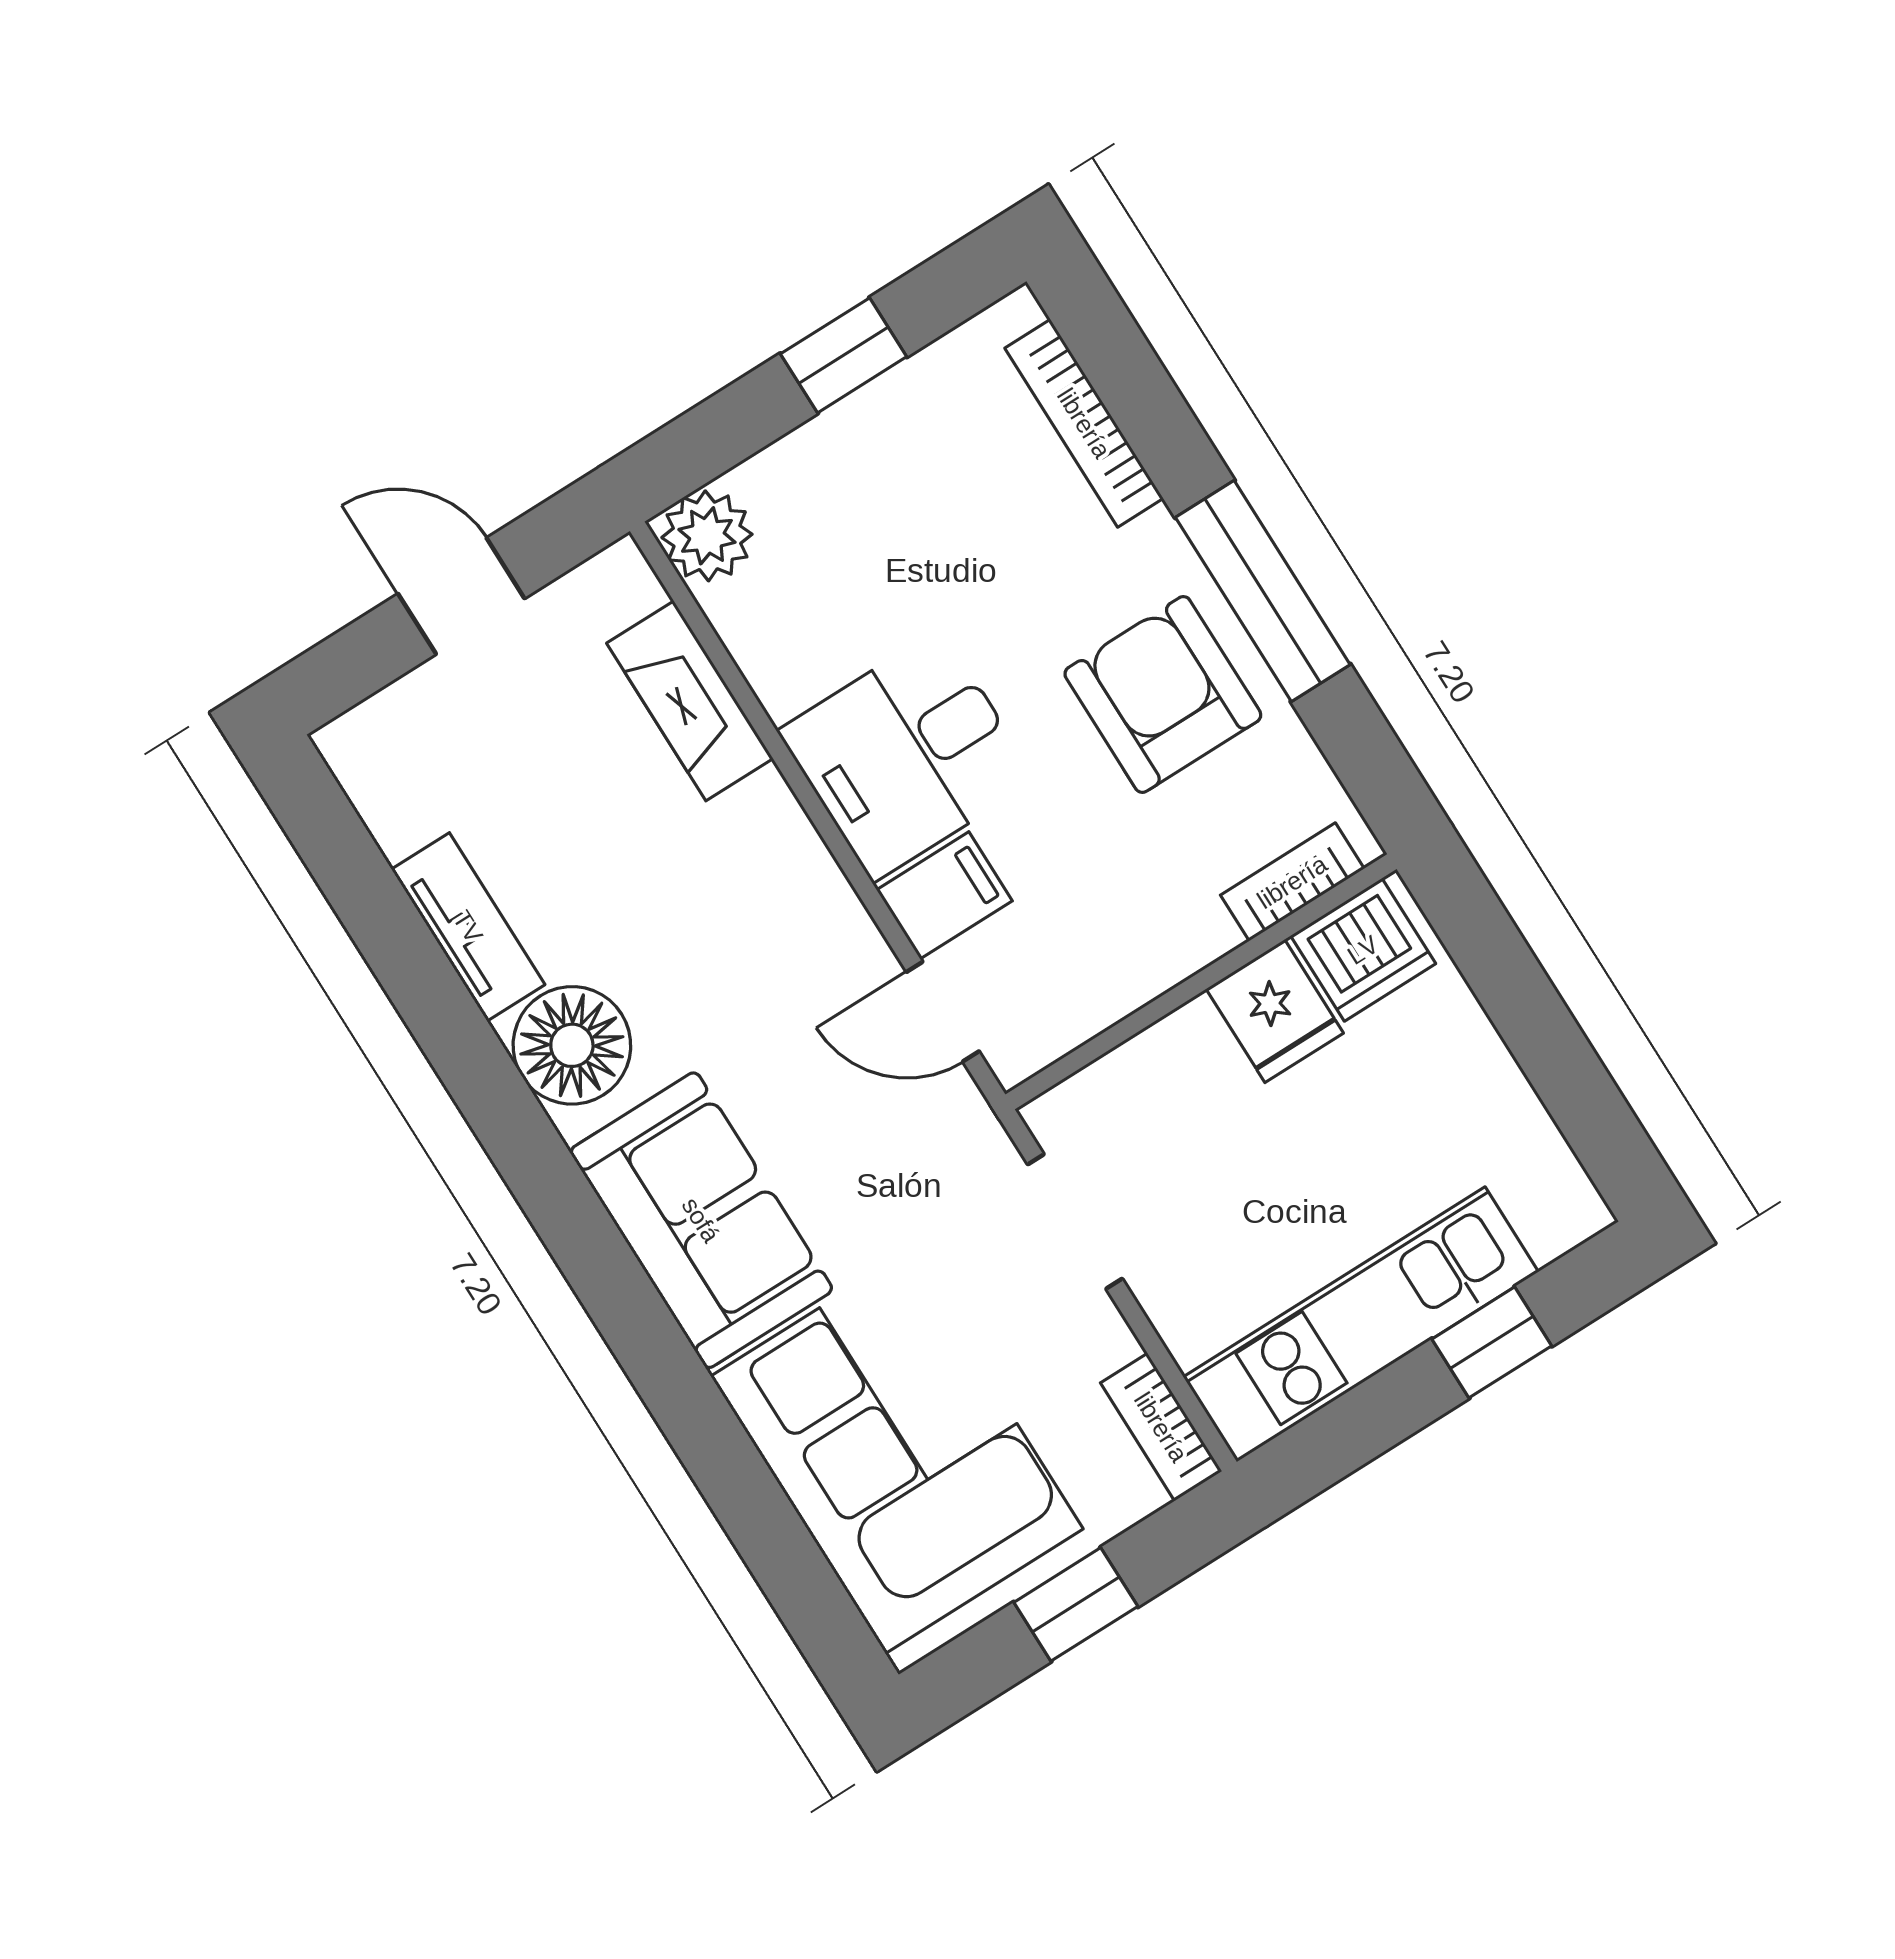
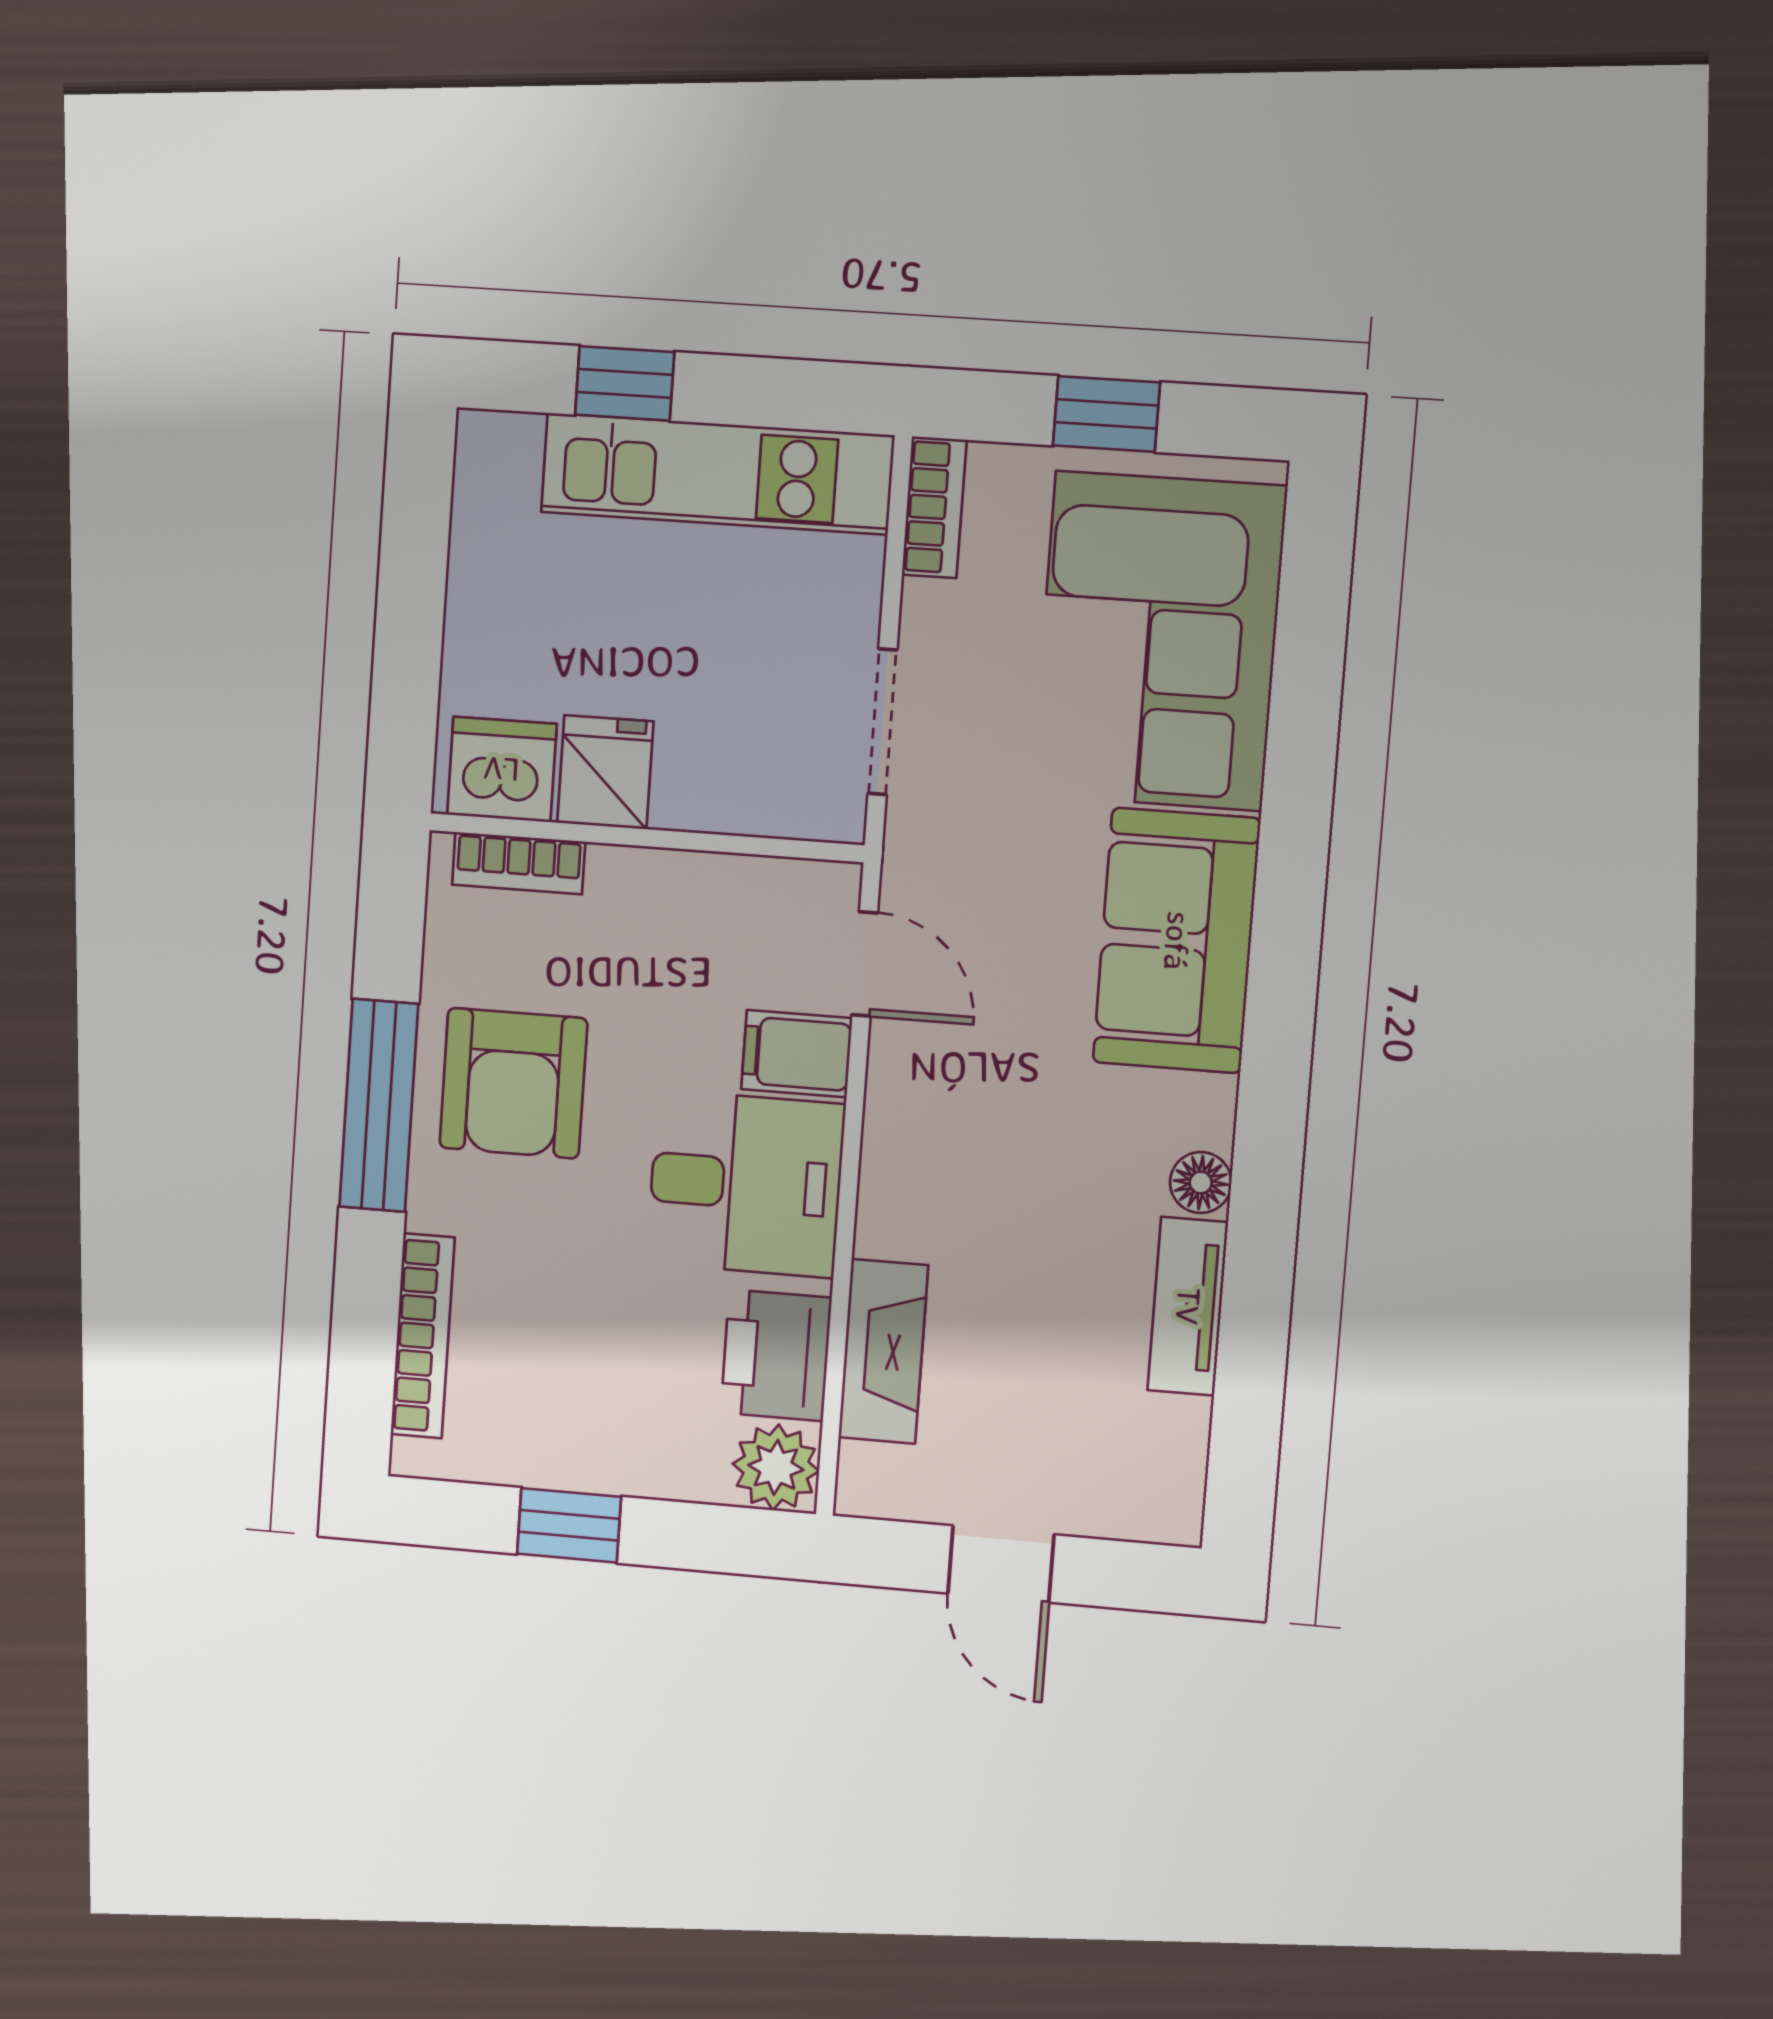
printer: (776, 630) -> (776, 1355), added
floor lamp: (572, 1045) -> (1201, 1183), width x0.53, depth x0.53

